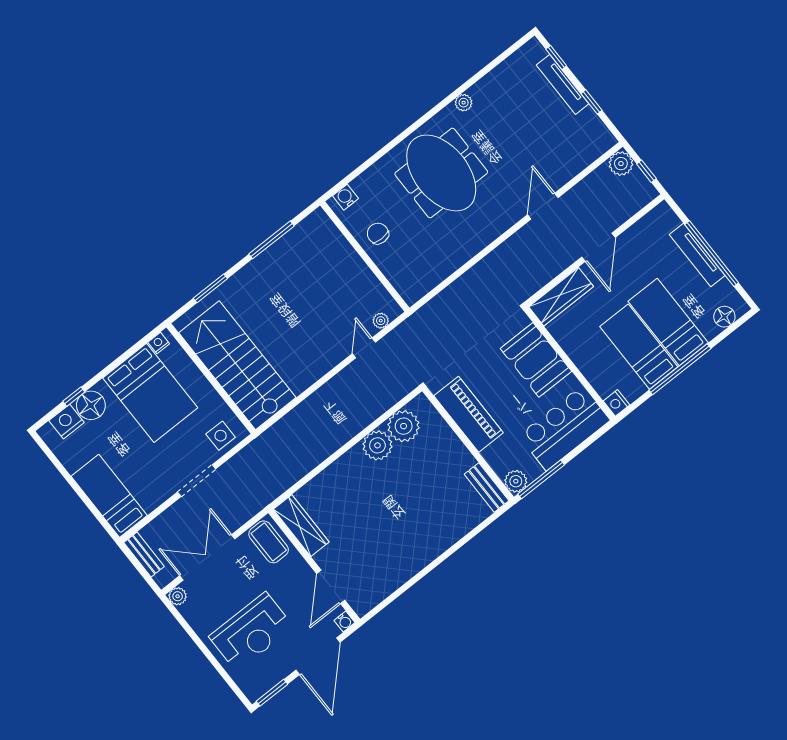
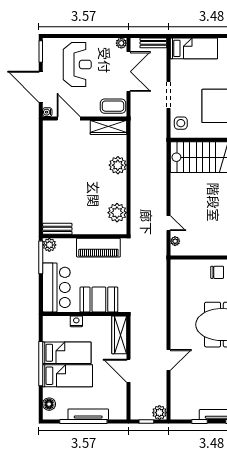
door: (543, 206) -> (169, 360), hinge flipped
nightstand: (616, 403) -> (76, 321), moved
plant: (377, 445) -> (118, 165), moved
reception desk: (251, 632) -> (77, 65), turned 180

